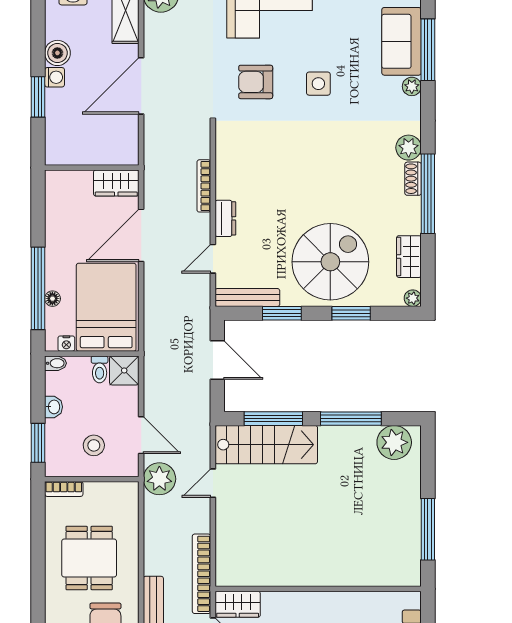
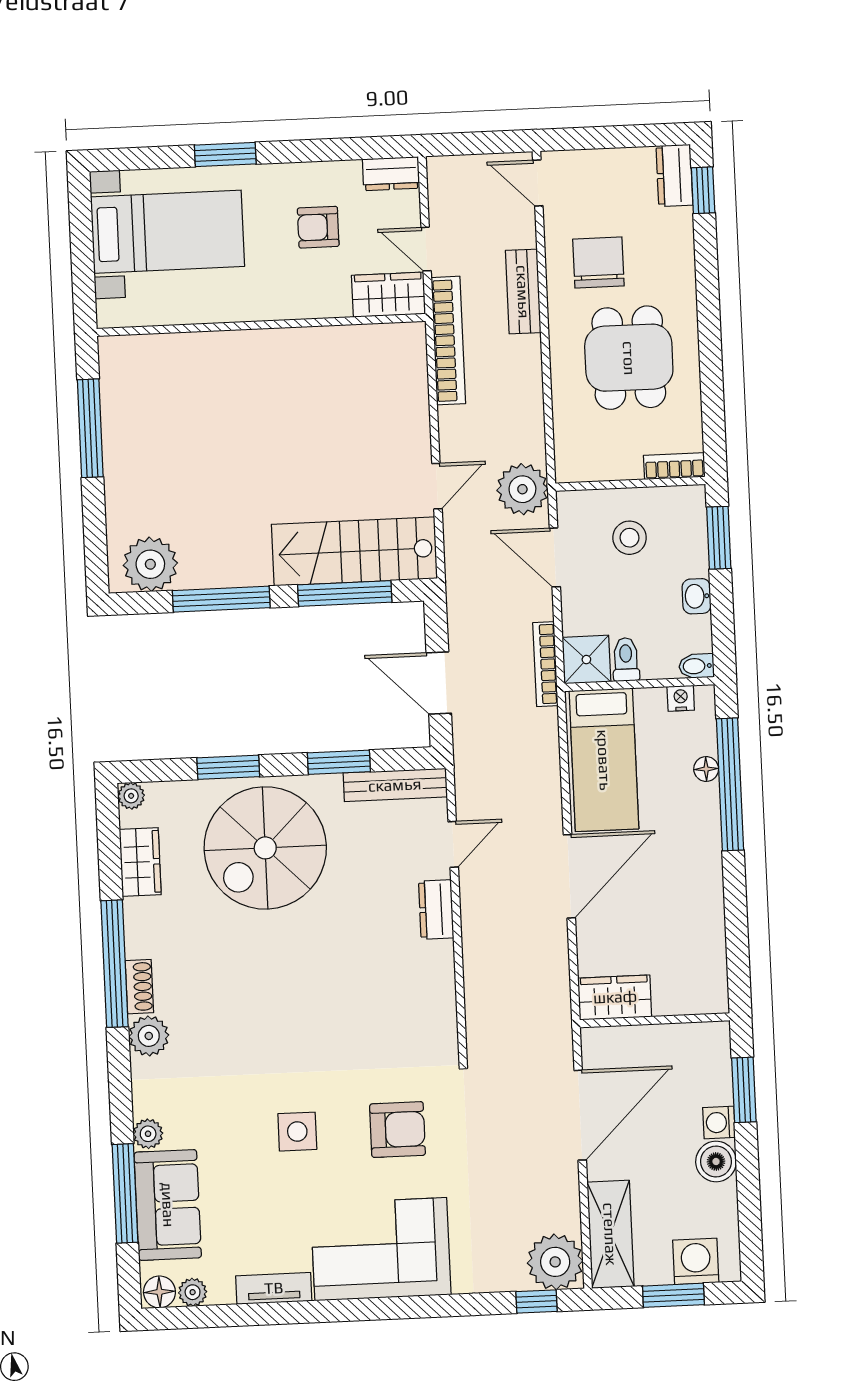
wall: (92, 168) -> (655, 1020), moved
wardrobe: (116, 183) -> (615, 997), moved
bookcase: (204, 186) -> (545, 664), moved, turned 180
bed: (106, 307) -> (604, 760), width x0.67

